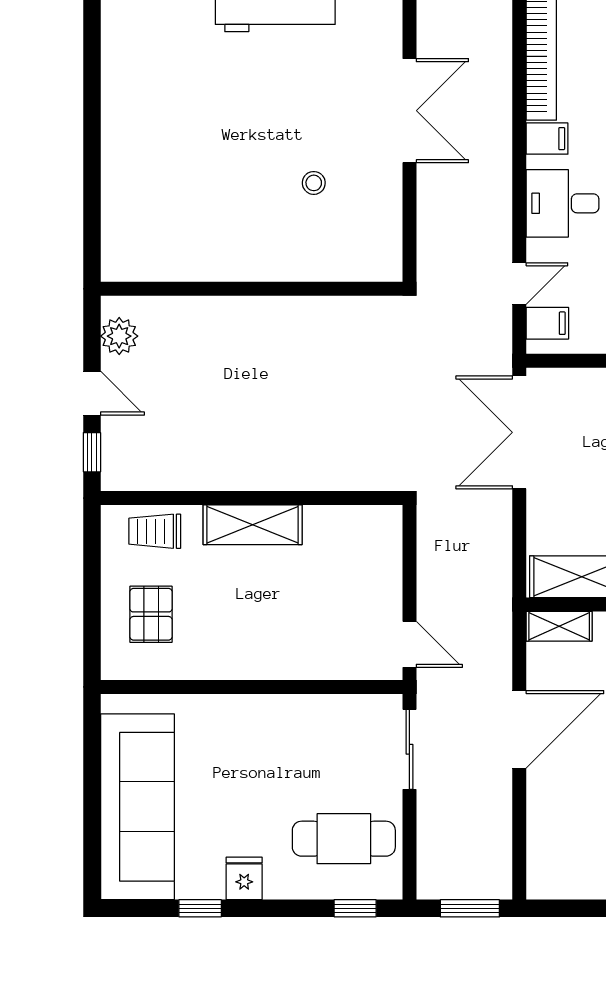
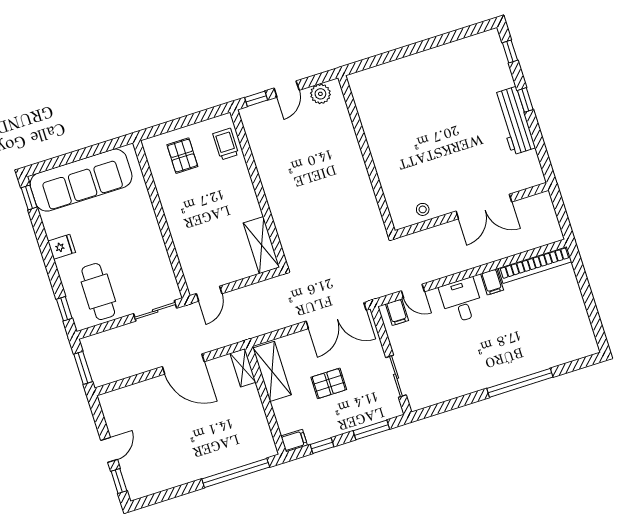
stool: (314, 183) -> (423, 209), moved
double door: (519, 432) -> (336, 316), swing flipped
shelving: (253, 525) -> (261, 245), moved
pallet: (151, 614) -> (182, 156), turned 90
window: (200, 908) -> (29, 197), moved

